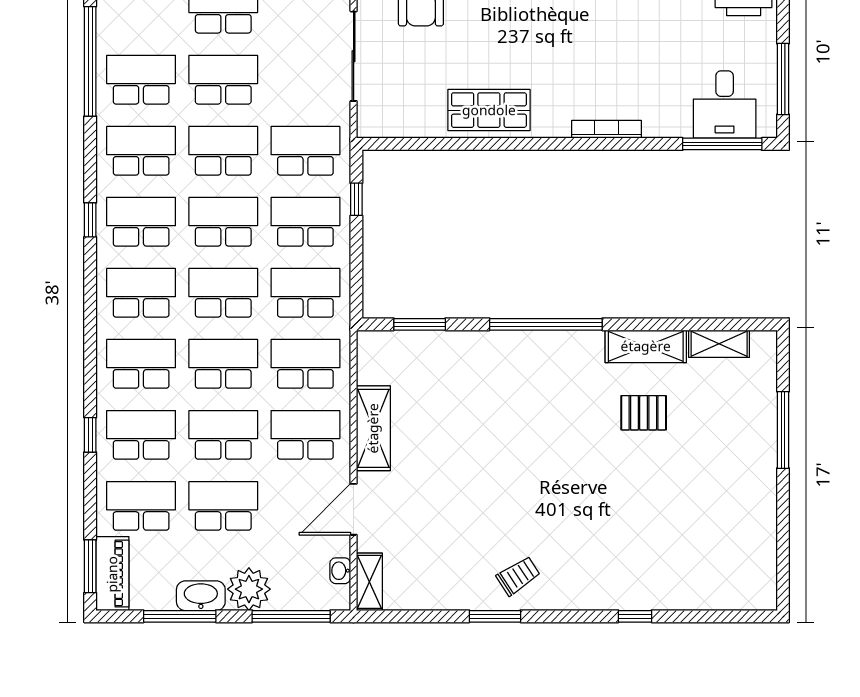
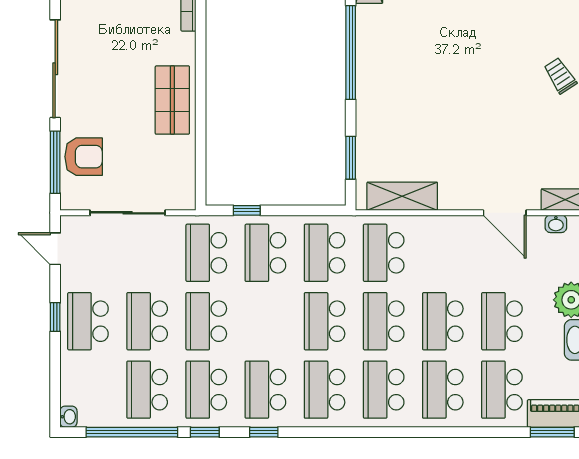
school desk: (223, 222) -> (265, 321), removed
shelving: (373, 428) -> (402, 196), moved
window: (90, 435) -> (205, 432), moved
school desk: (305, 435) -> (443, 253), removed

